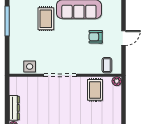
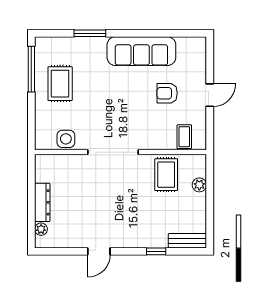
rug: (46, 19) -> (60, 84), moved
plant: (117, 81) -> (199, 185), moved

